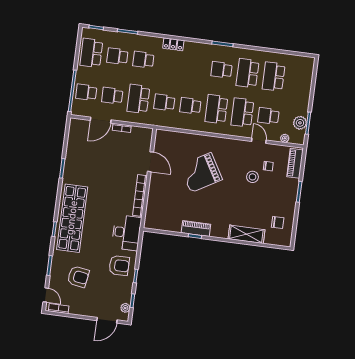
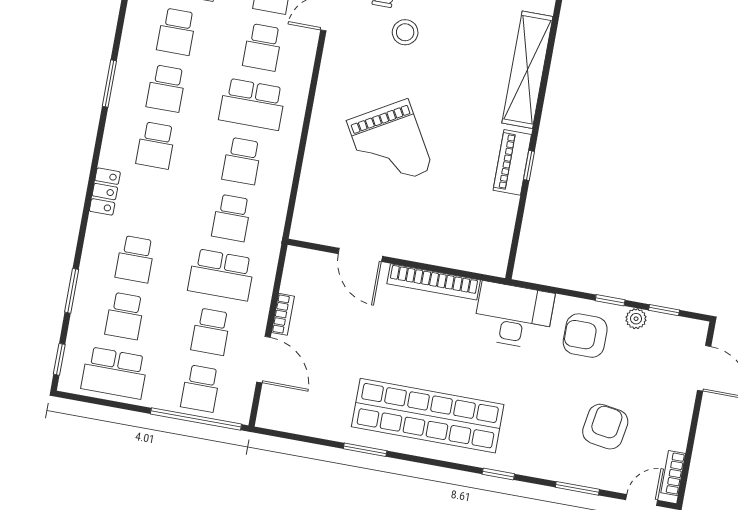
school desk: (195, 66) -> (156, 145), added
school desk: (248, 73) -> (176, 32), width x0.54
school desk: (242, 113) -> (263, 47), width x0.54
door: (150, 162) -> (360, 255), swing flipped
shop shelf: (72, 218) -> (428, 416), moved
shelving: (246, 234) -> (527, 70), width x1.47
armchair: (119, 265) -> (585, 336), turned -90
plant: (125, 308) -> (636, 319), moved

